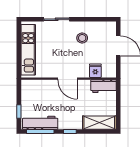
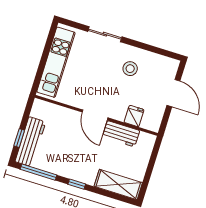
workbench: (103, 86) -> (121, 134), moved
workbench: (40, 123) -> (30, 142), moved, turned 90

